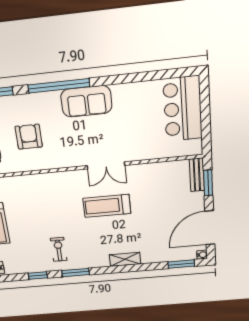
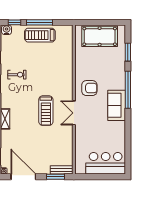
armchair: (29, 137) -> (89, 88), moved
treadmill: (107, 206) -> (46, 111), turned 180

